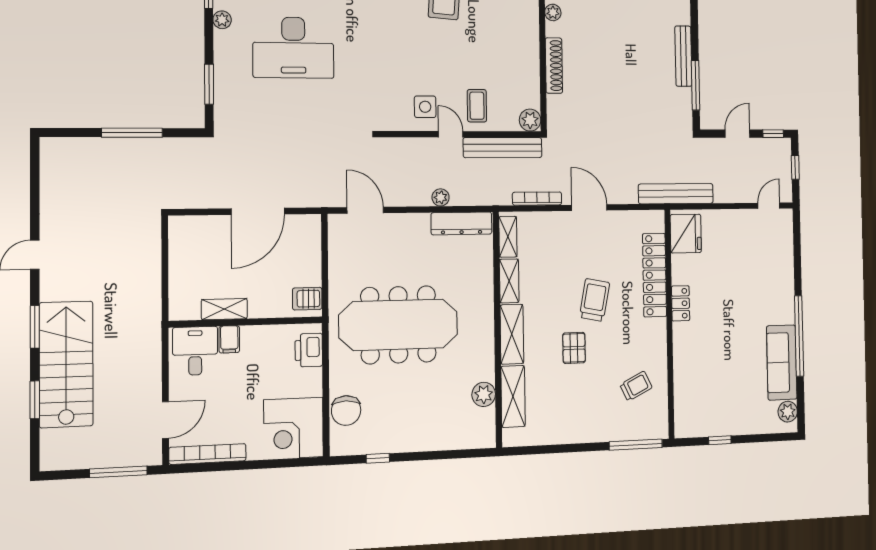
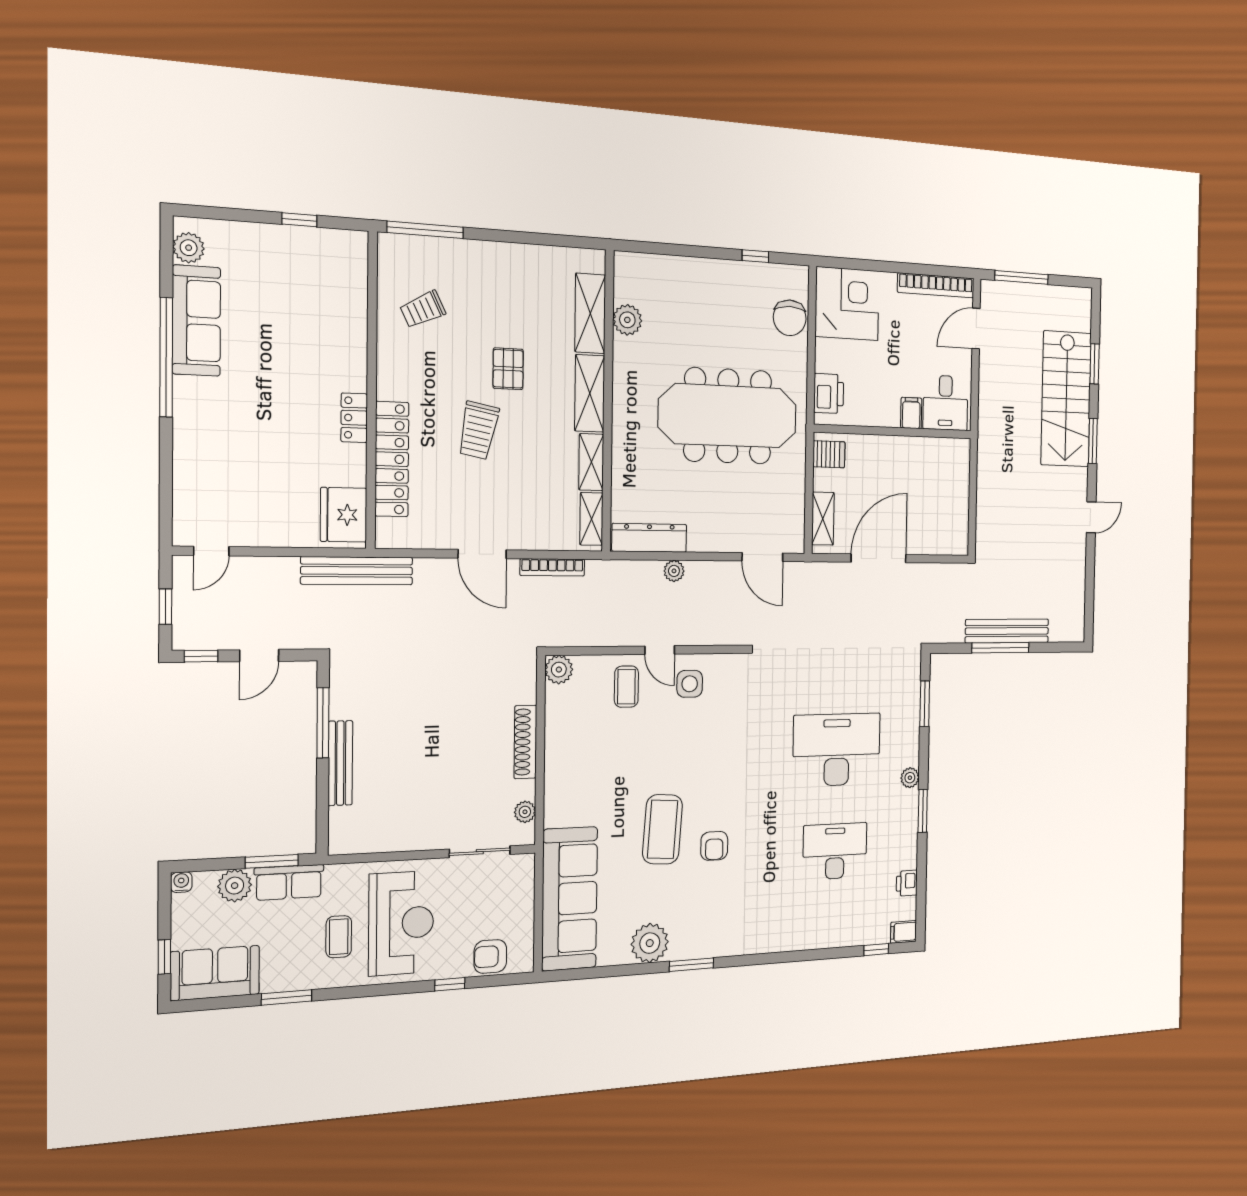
bench: (503, 148) -> (1007, 631), moved
shelving: (224, 309) -> (823, 519), moved, turned 90
chair: (346, 411) -> (790, 318), turned 180

